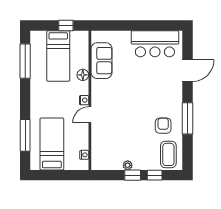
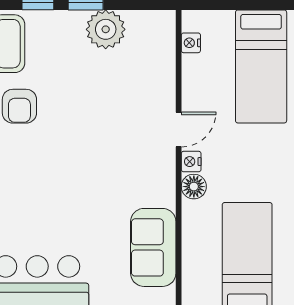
floor lamp: (83, 75) -> (194, 187), moved
plant: (128, 165) -> (106, 29), width x1.88, depth x1.88

